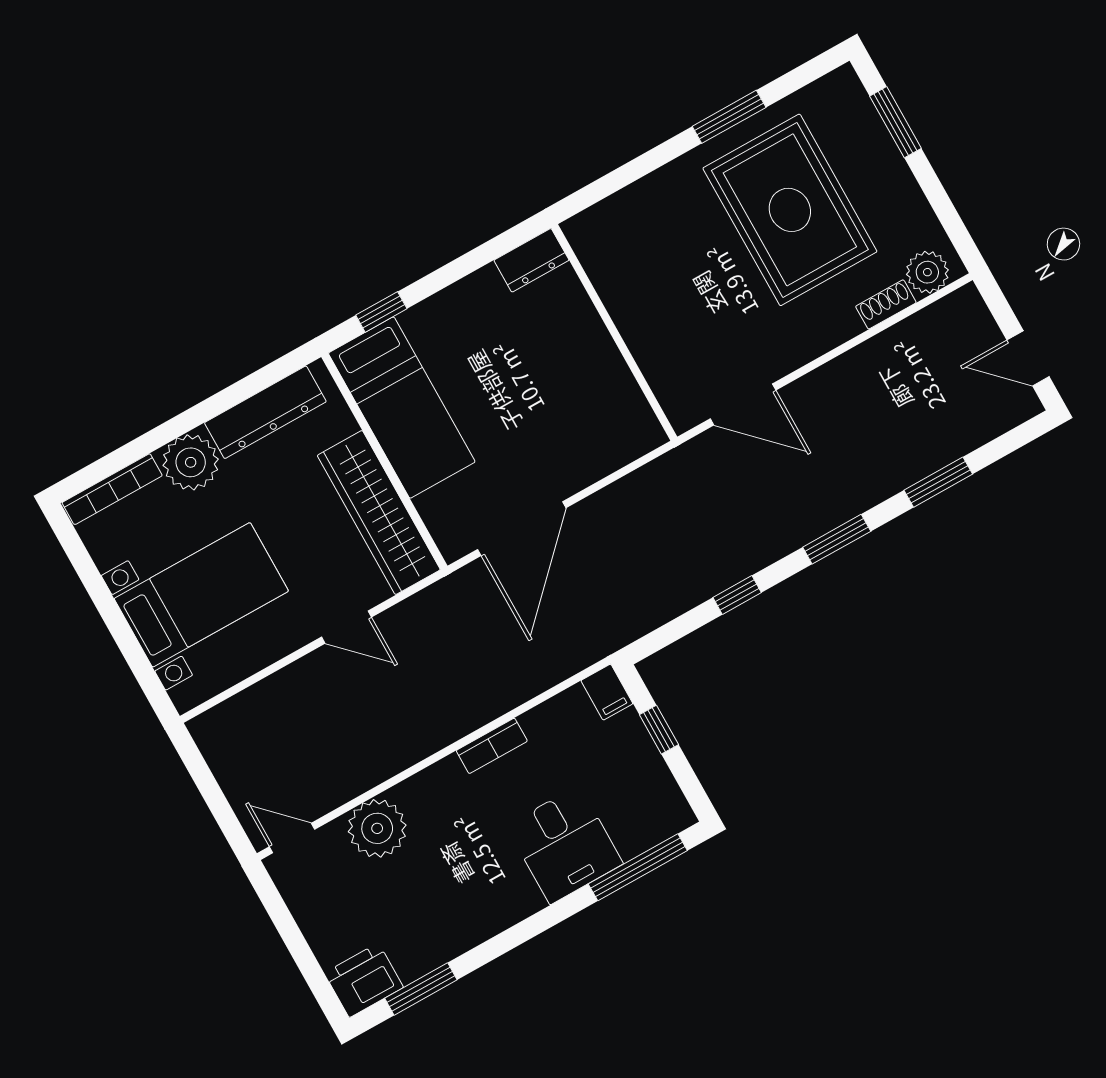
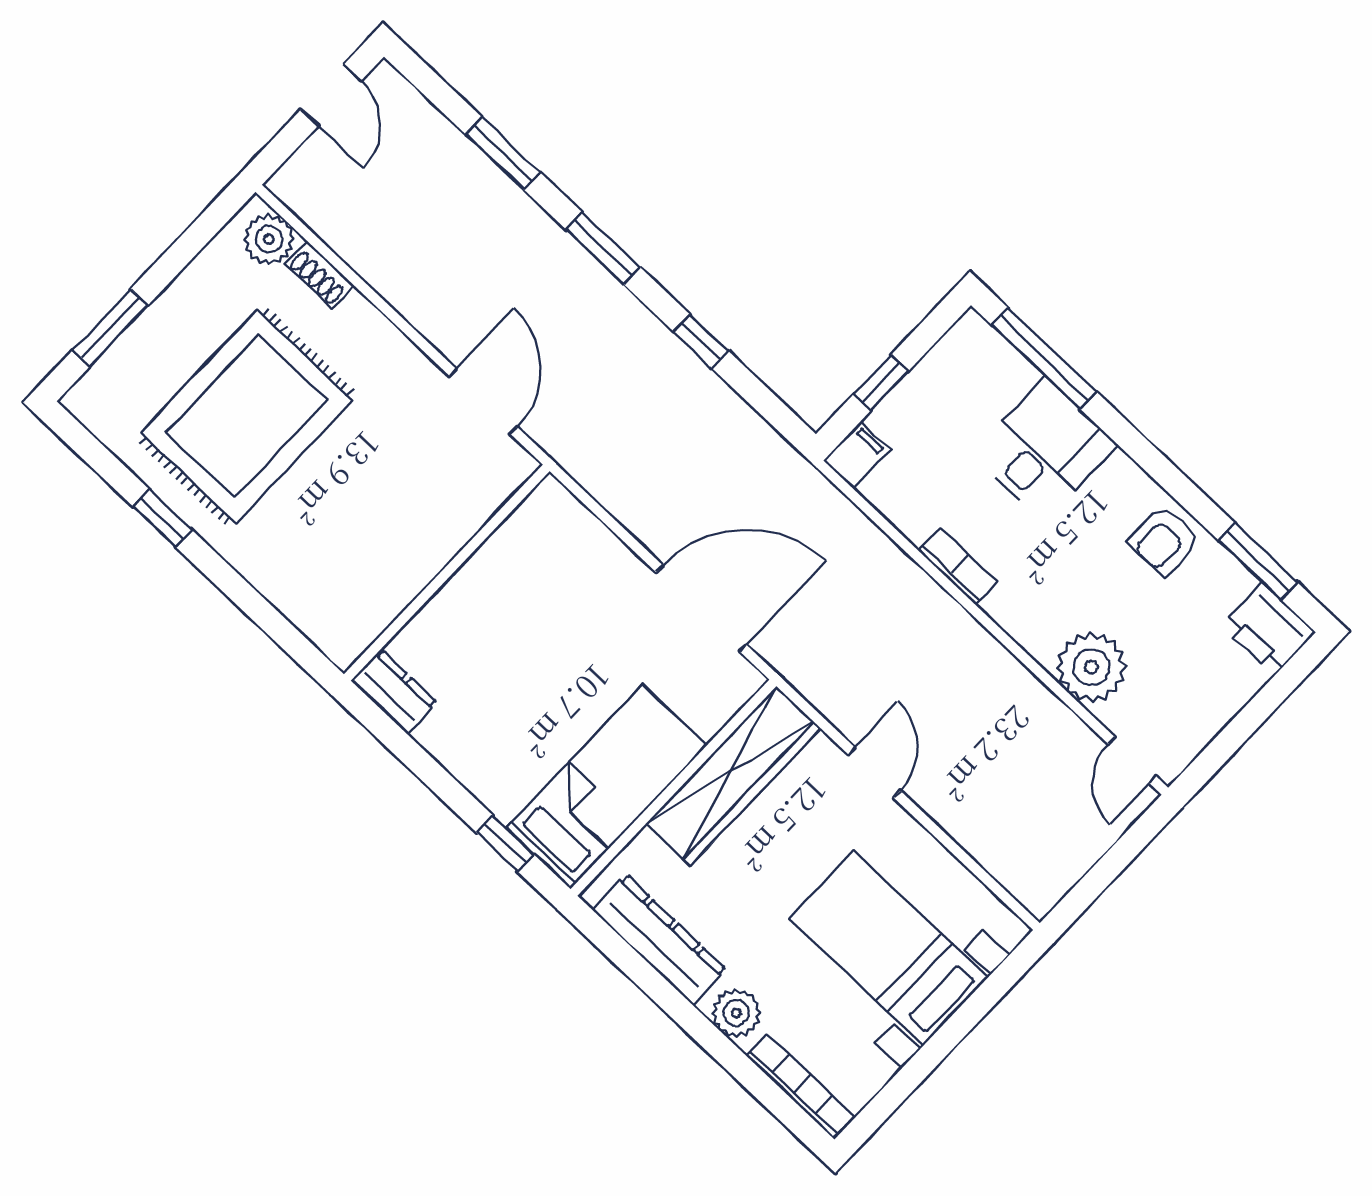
window: (729, 117) -> (162, 518), width x0.67
plant: (191, 462) -> (736, 1013), width x0.73, depth x0.73
armchair: (461, 919) -> (1164, 540), added

